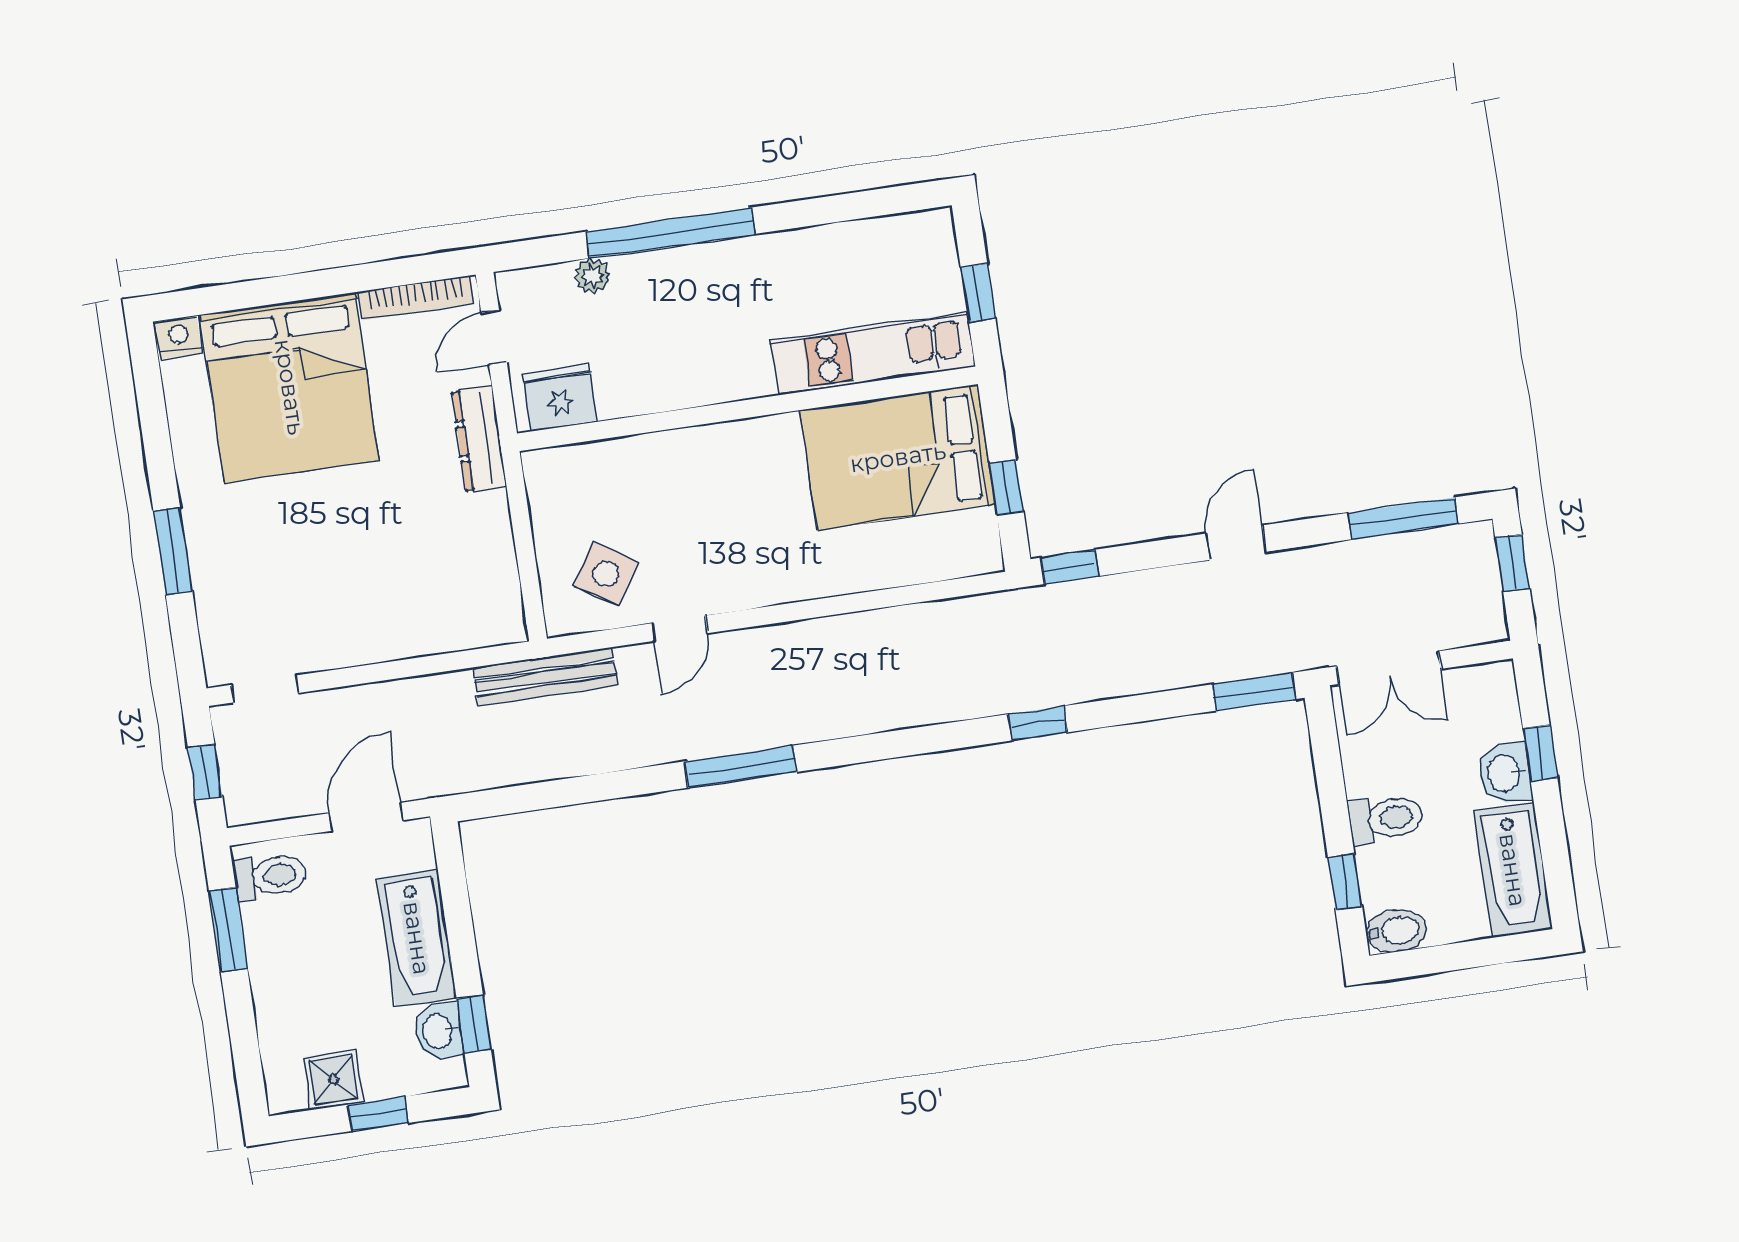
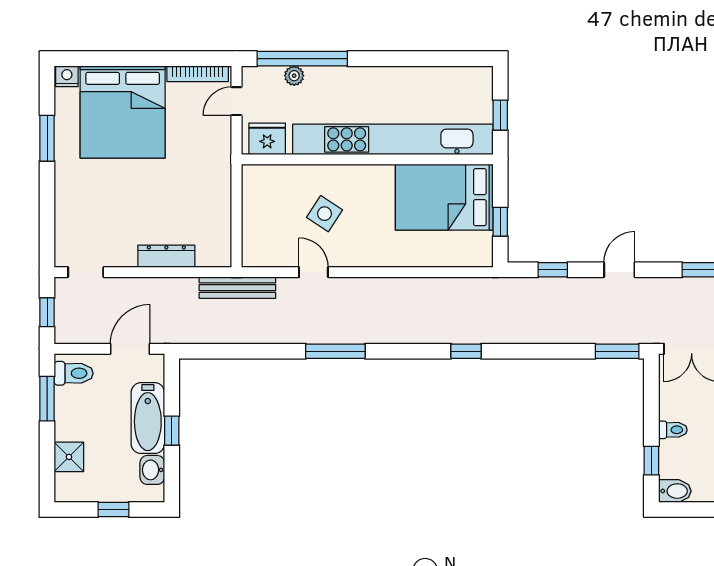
window: (670, 233) -> (302, 59), moved
kitchen unit: (873, 353) -> (393, 139), width x1.86
dresser: (479, 439) -> (166, 256), moved, turned 90
window: (173, 551) -> (47, 138), moved
window: (1070, 567) -> (553, 270), moved
side table: (606, 574) -> (325, 214), moved
door: (680, 628) -> (313, 272), swing flipped
window: (1038, 723) -> (466, 351), moved
toilet: (1386, 818) -> (673, 430), width x0.73, depth x0.72
window: (474, 1024) -> (172, 431), moved
shower: (333, 1080) -> (69, 457), moved

